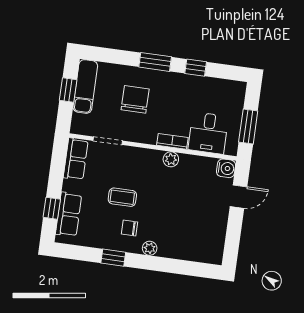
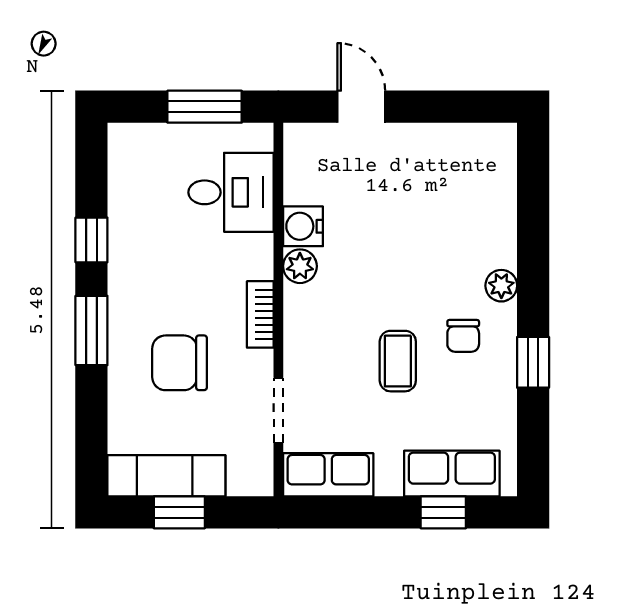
bookcase: (172, 141) -> (260, 314), moved
water cooler: (226, 168) -> (303, 226), moved, turned -90

